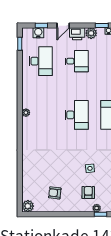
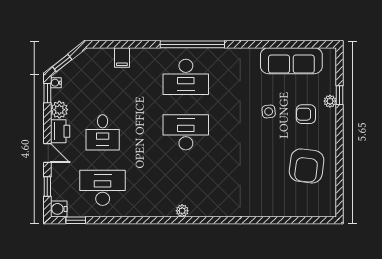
water cooler: (38, 33) -> (59, 209), moved
desk: (77, 61) -> (103, 132), turned 180
armchair: (55, 193) -> (307, 166), width x1.88, depth x1.88
plant: (28, 206) -> (327, 208), removed

